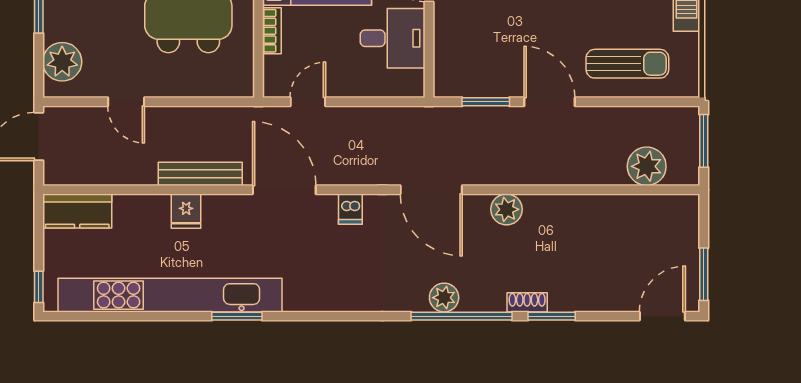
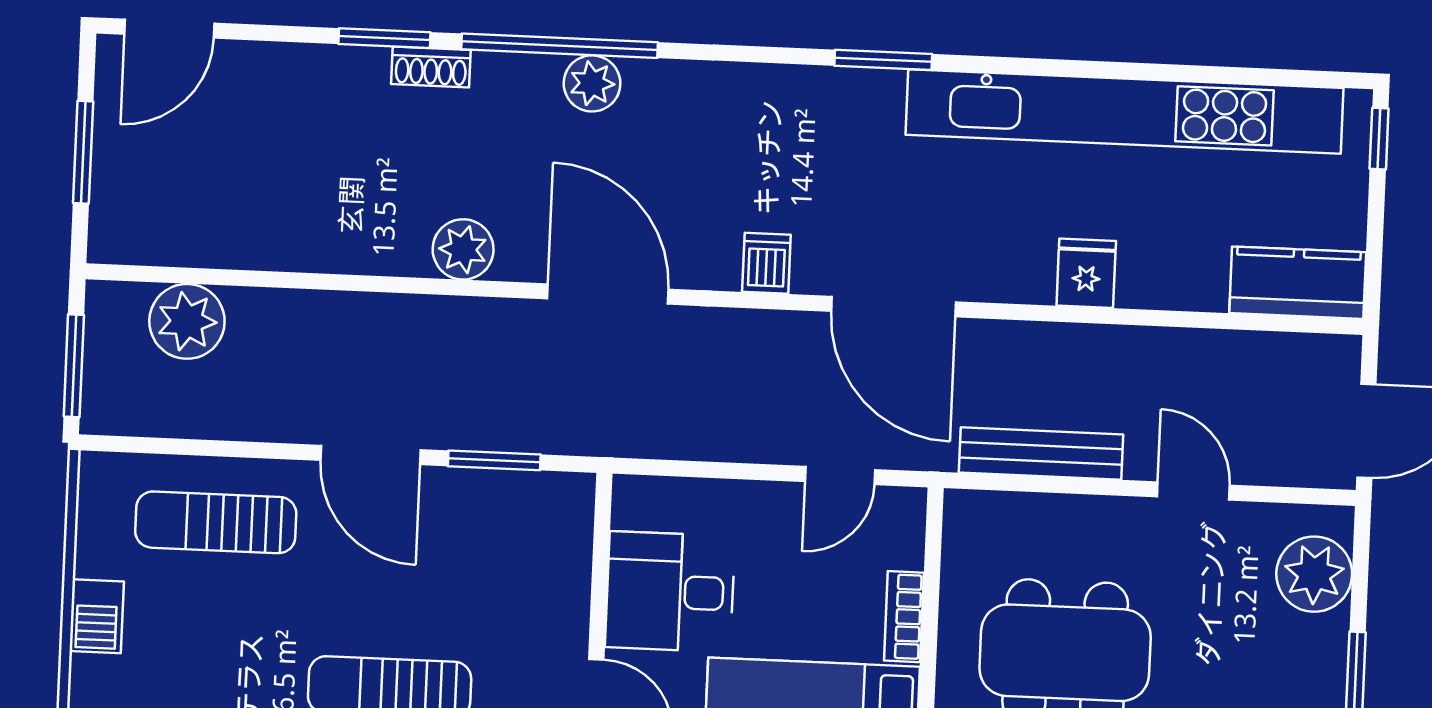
bench: (200, 174) -> (1041, 453), moved
window: (704, 274) -> (83, 152), moved
window: (237, 316) -> (883, 60), moved

